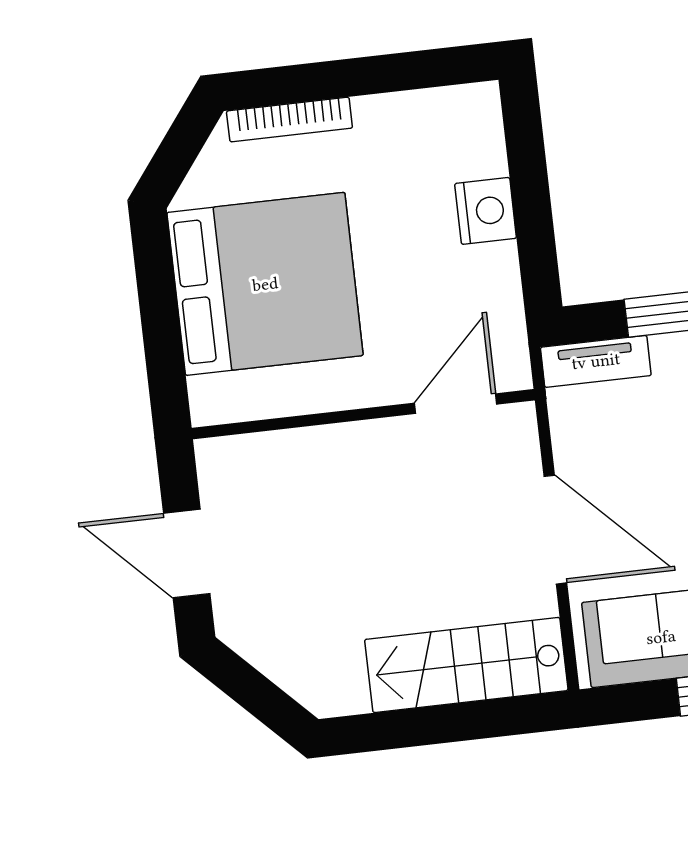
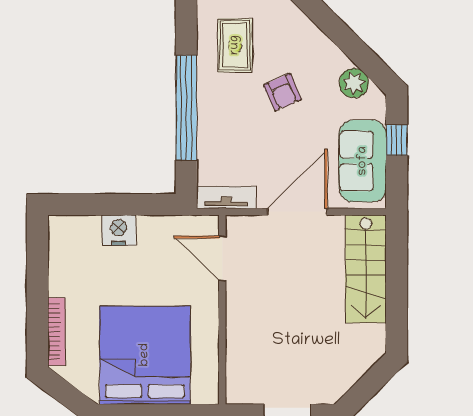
tv unit: (596, 361) -> (226, 197), moved, turned -90

